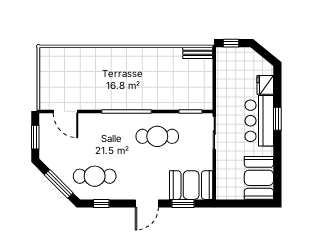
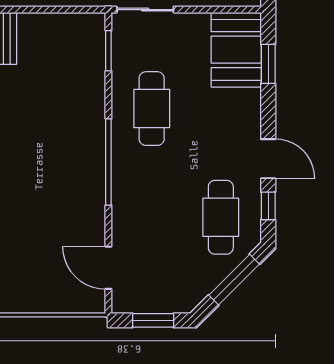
door: (66, 111) -> (108, 268), swing flipped
door: (147, 203) -> (268, 159), moved

